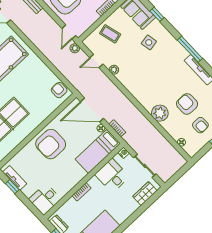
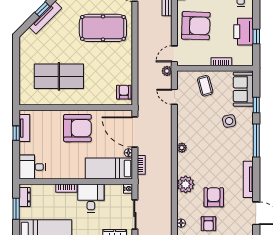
window: (190, 49) -> (256, 140), moved
plant: (114, 70) -> (182, 148), moved
armchair: (51, 144) -> (77, 128), turned 180
desk: (112, 176) -> (91, 198), moved

